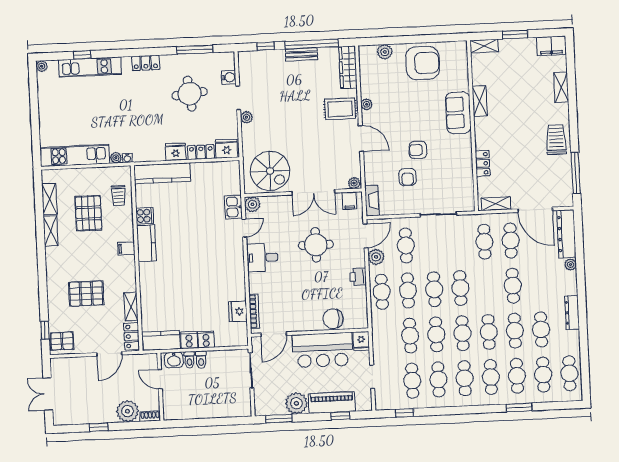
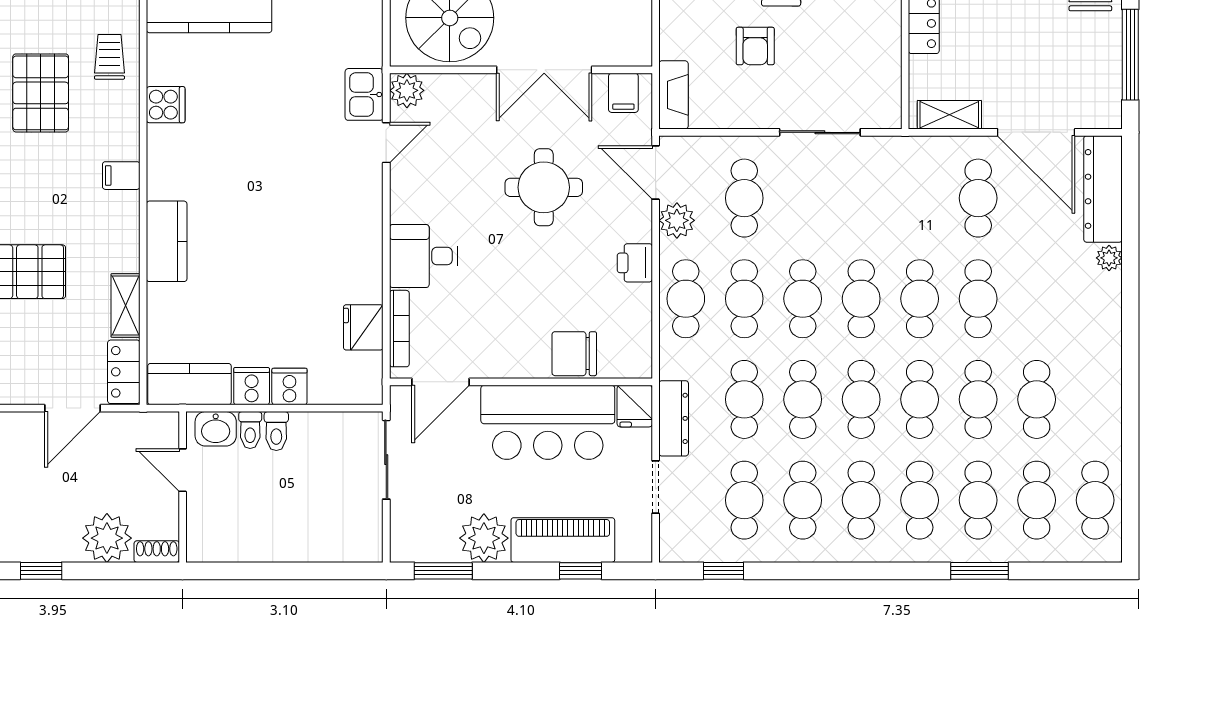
plant: (354, 183) -> (635, 54), removed
trolley: (118, 196) -> (109, 57), turned 180
door: (366, 236) -> (656, 173), swing flipped
cafe table: (484, 242) -> (920, 299), moved
kitchen counter: (146, 243) -> (167, 241), moved
desk: (262, 257) -> (424, 256), moved
dresser: (572, 313) -> (674, 418), moved, turned 180

